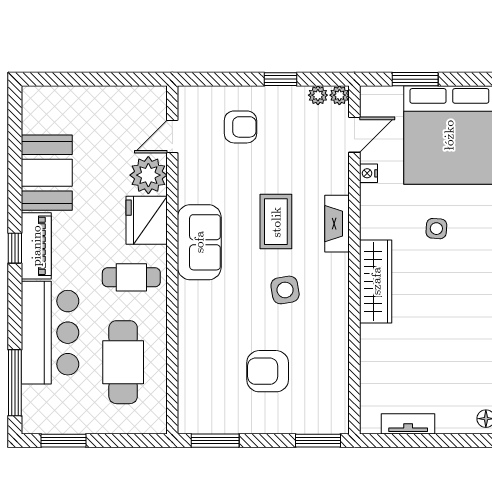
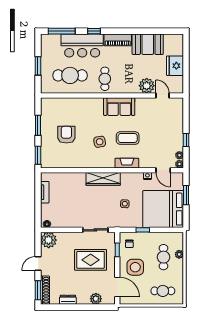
armchair: (240, 127) -> (166, 124), removed
fridge: (147, 220) -> (175, 66), moved, turned -90
window: (15, 248) -> (94, 31), moved
window: (64, 441) -> (38, 66), moved
window: (215, 441) -> (38, 125), moved

